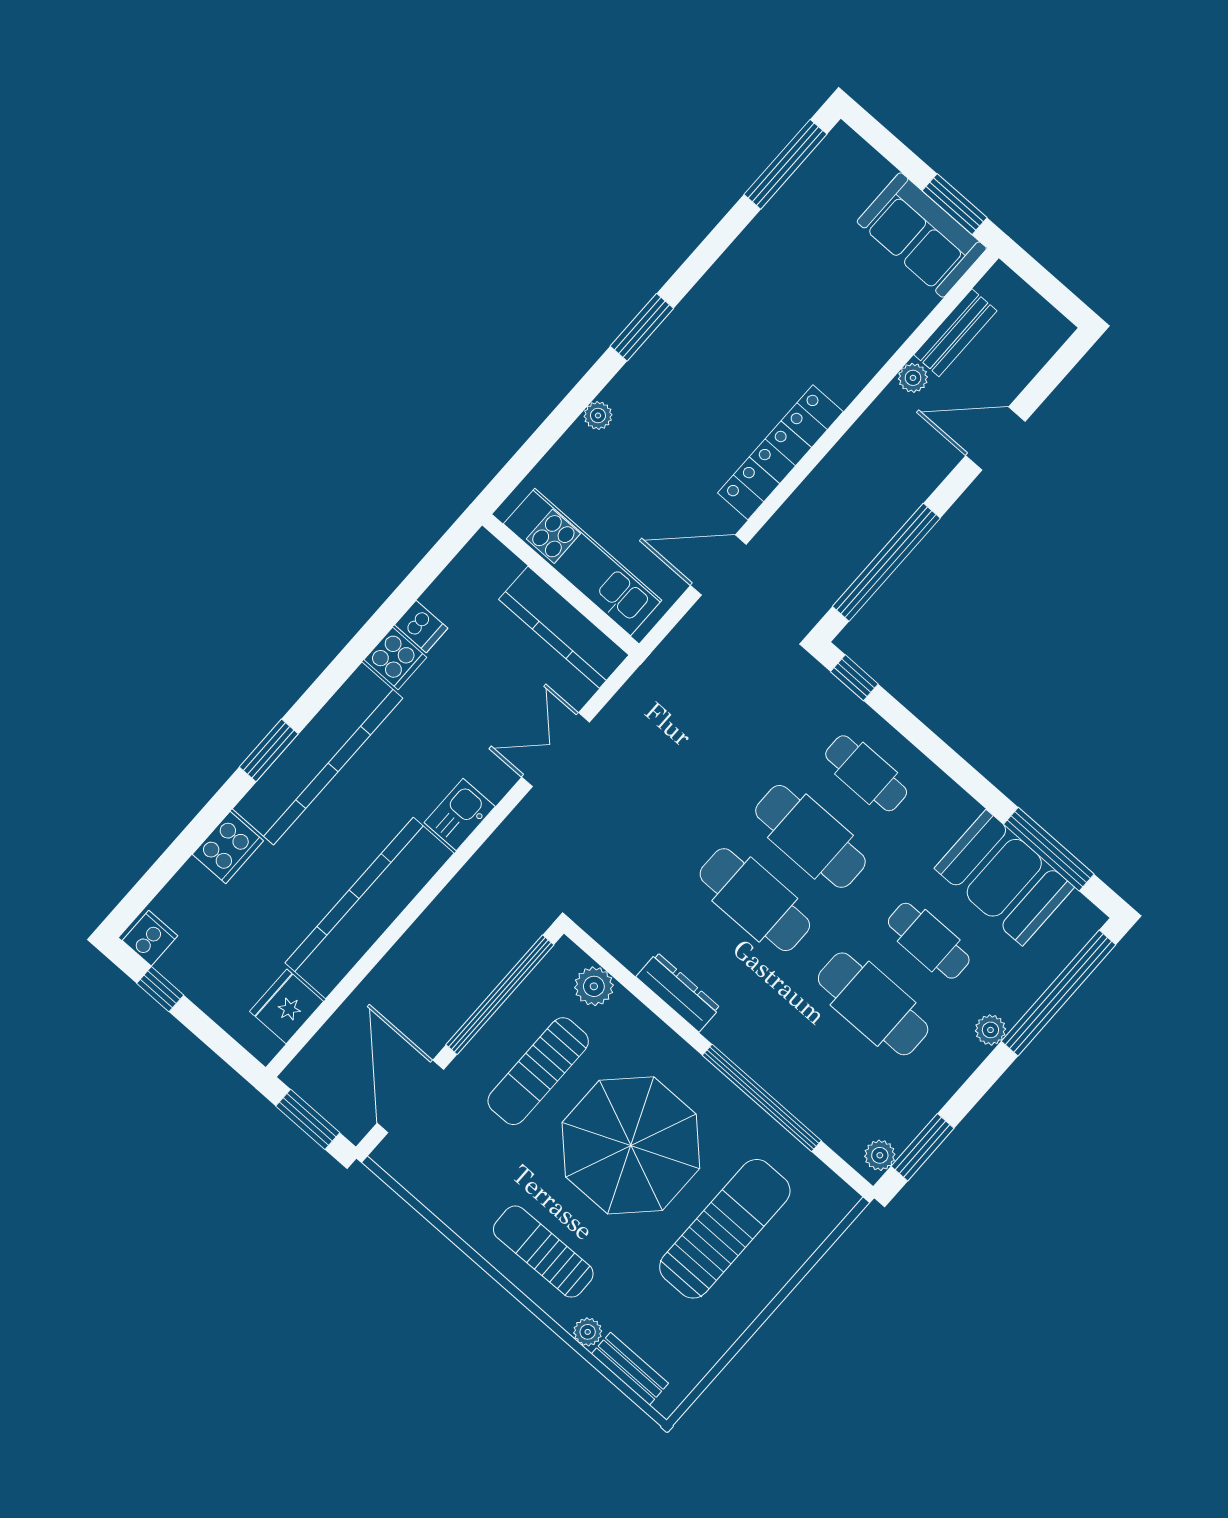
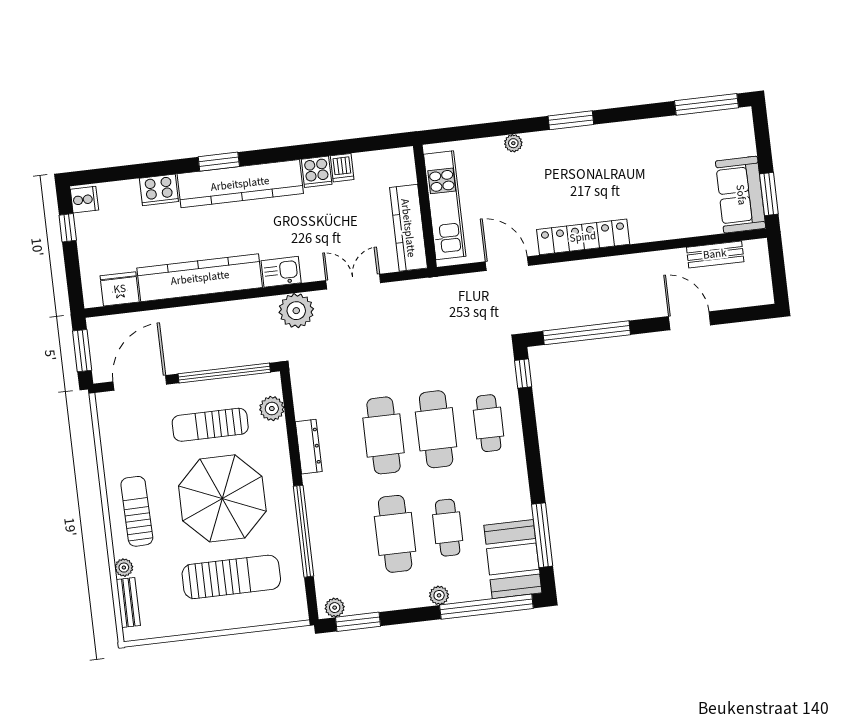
plant: (913, 378) -> (296, 311), moved, width x1.88, depth x1.88
booth: (1004, 878) -> (513, 559), moved

